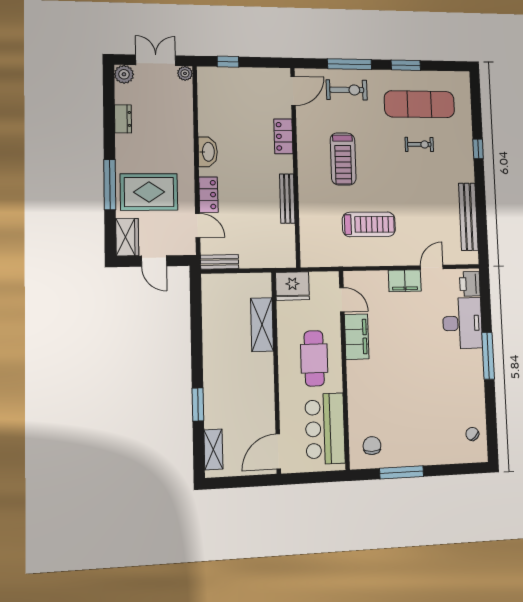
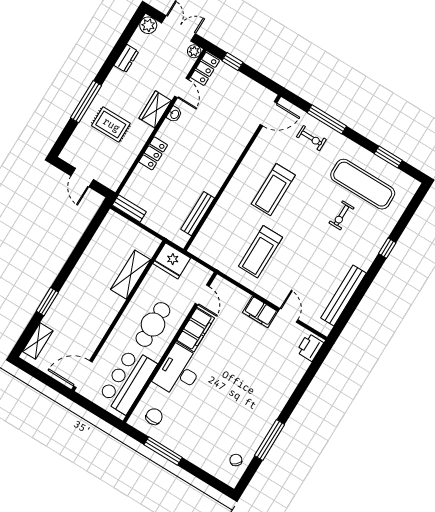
window: (406, 65) -> (388, 157), moved
exercise bike: (347, 90) -> (311, 138), width x0.73, depth x0.72
locker: (283, 136) -> (205, 69), moved, turned 180
exercise bike: (419, 144) -> (341, 215), turned 90
washbasin: (208, 152) -> (174, 114), width x0.52, depth x0.69
rug: (149, 192) -> (111, 125), width x0.73, depth x0.70
bench: (287, 199) -> (198, 214), moved
treadmill: (369, 224) -> (260, 252), turned 90
door: (198, 226) -> (182, 88), moved
wardrobe: (127, 237) -> (155, 109), moved, turned 180
door: (432, 267) -> (288, 315), hinge flipped
desk: (462, 323) -> (179, 371), moved, turned 180
window: (488, 356) -> (270, 440), moved

